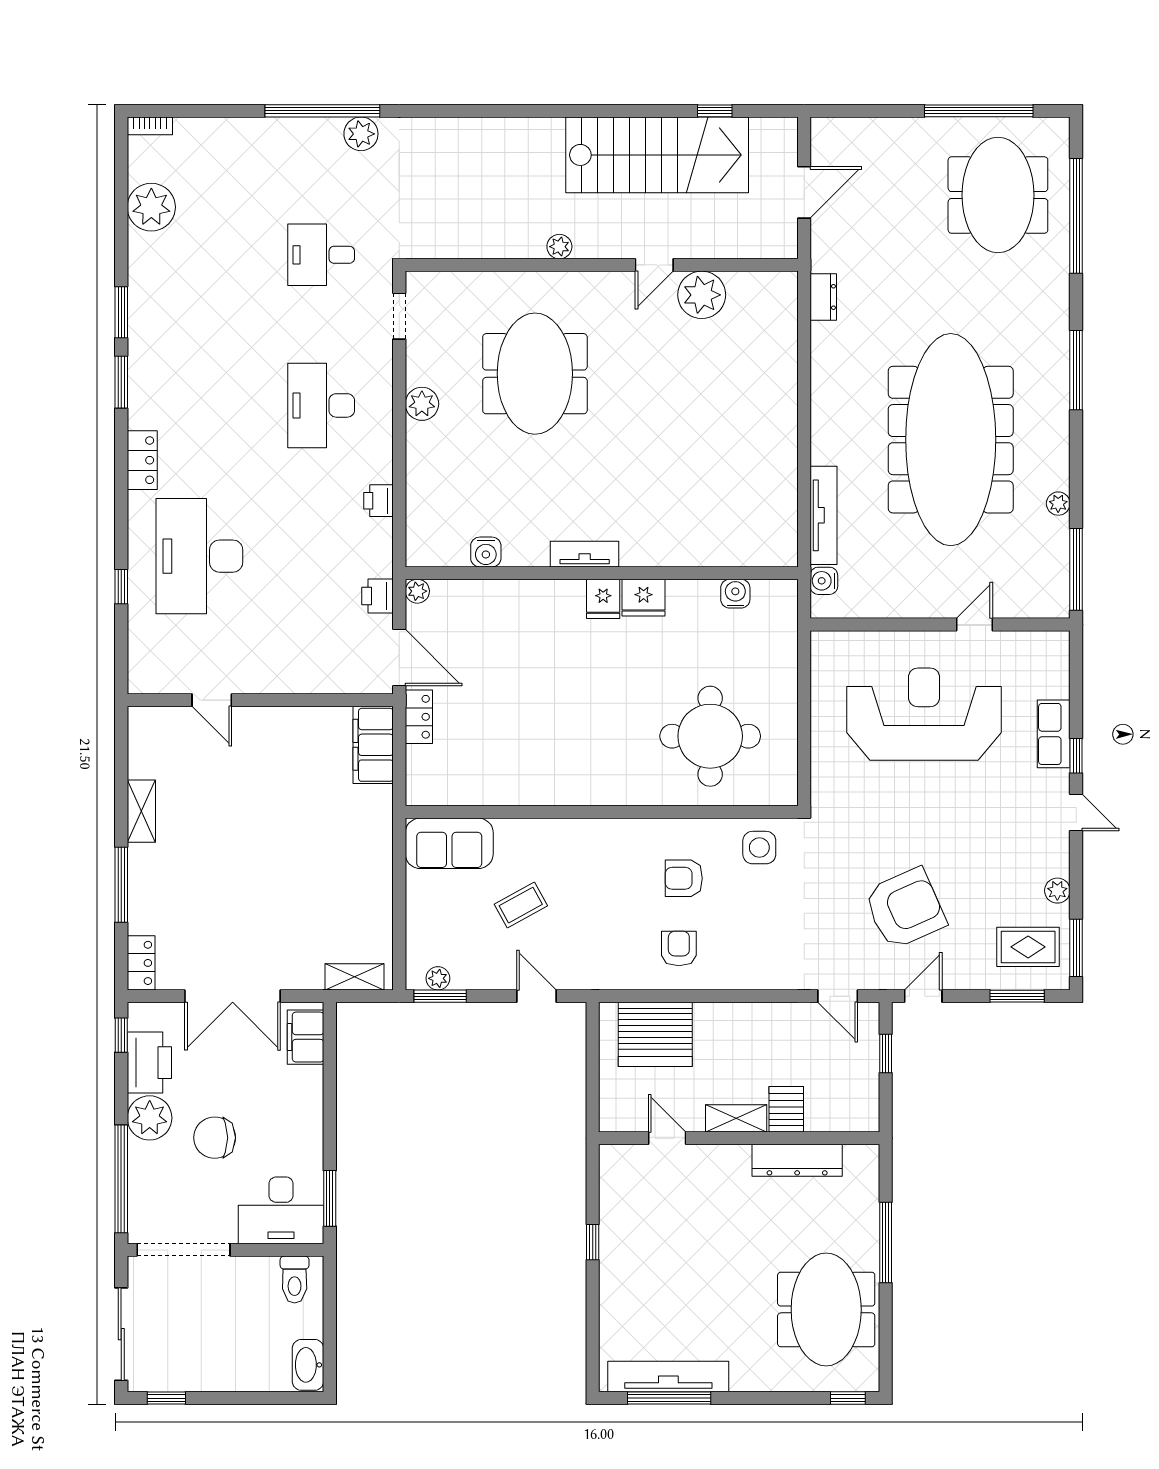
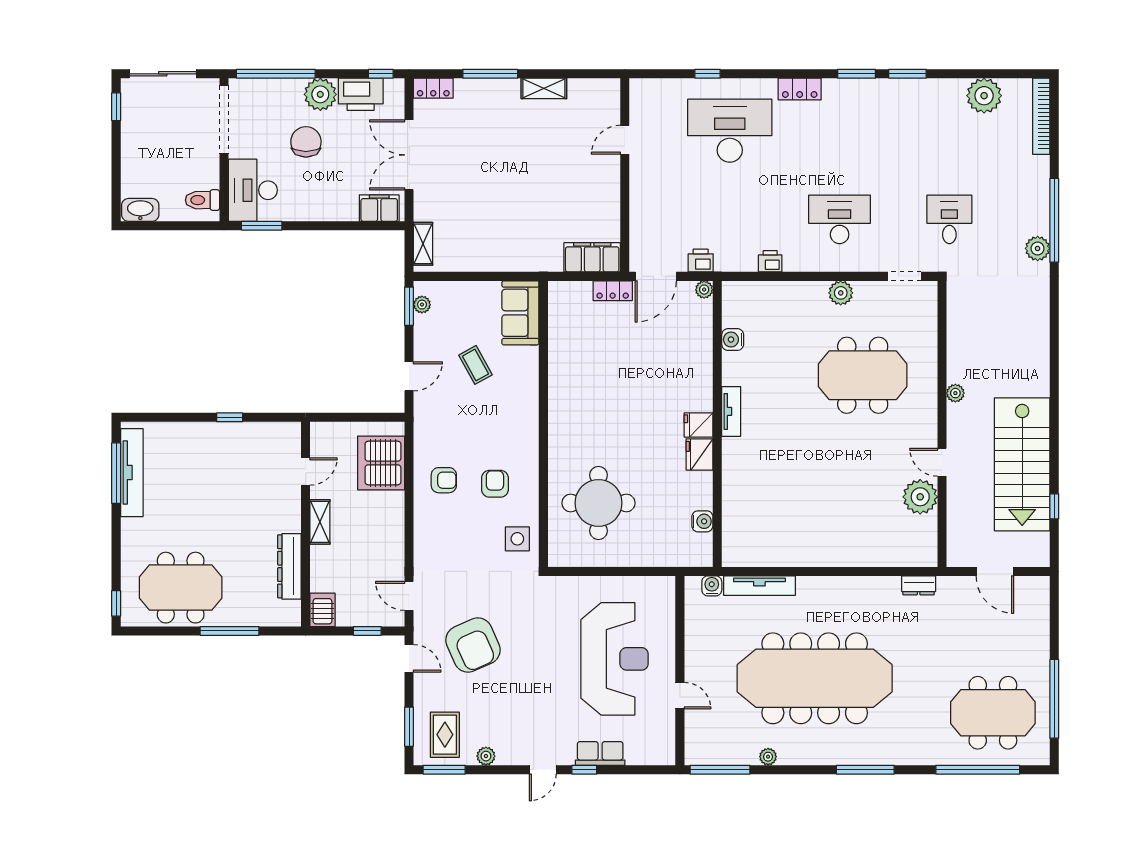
bookcase: (150, 126) -> (1041, 116), width x2.31, depth x1.31
door: (838, 996) -> (409, 596), hinge flipped
server rack: (786, 1109) -> (322, 610), moved, turned -90

